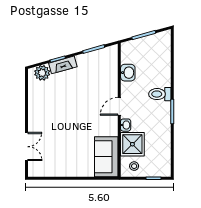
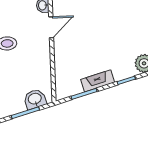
fireplace: (63, 65) -> (98, 81), moved
washbasin: (128, 73) -> (35, 99), moved, turned 74

